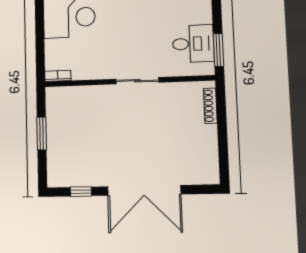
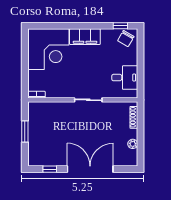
window: (218, 50) -> (140, 82), removed
plant: (211, 148) -> (133, 144), added
double door: (144, 190) -> (90, 169), swing flipped

